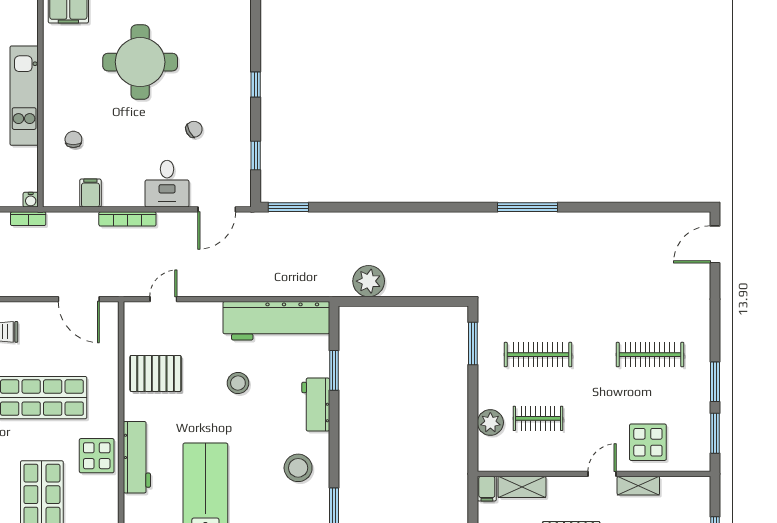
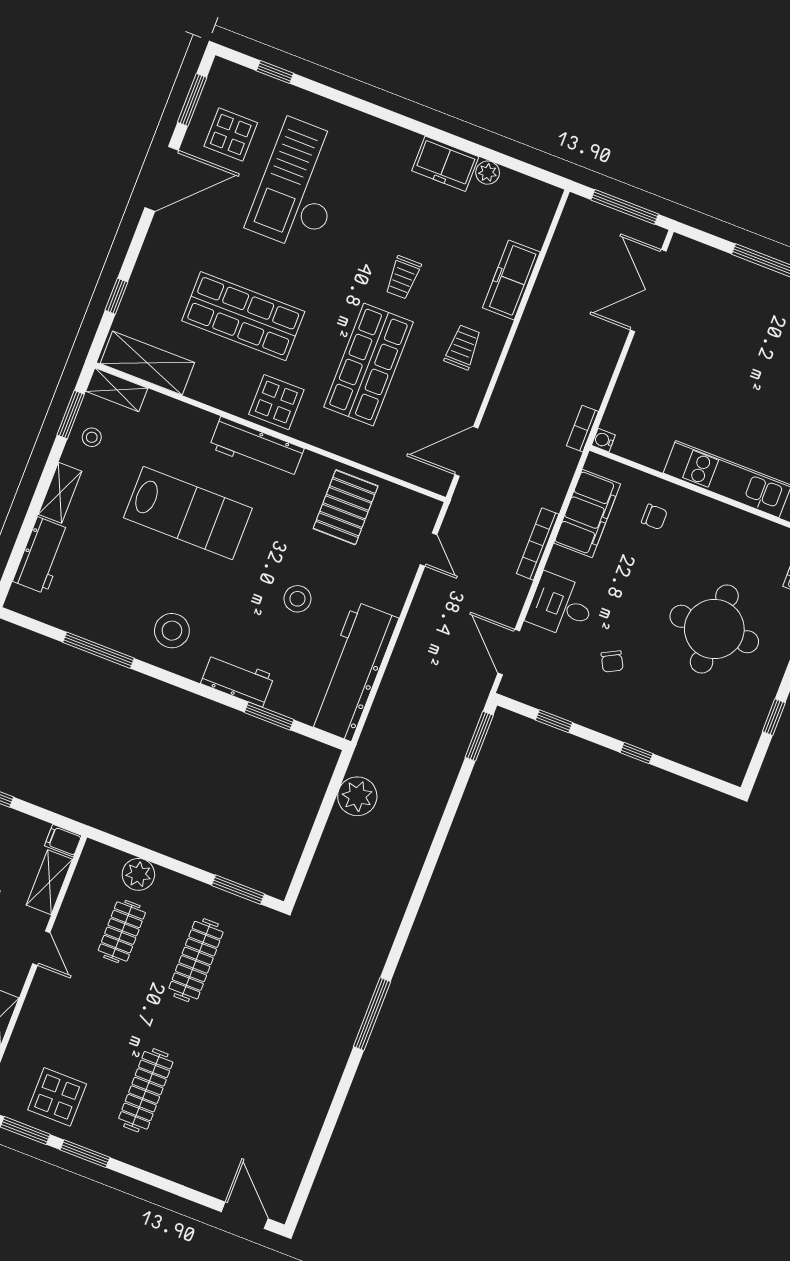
filing cabinet: (90, 193) -> (587, 514), width x3.00, depth x1.17
display table: (648, 442) -> (57, 1097), moved
door: (602, 474) -> (41, 948), moved

